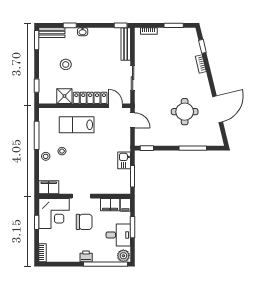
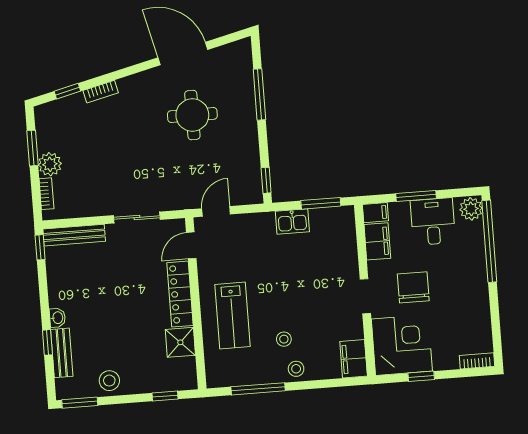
bench: (52, 33) -> (62, 353), moved
plant: (164, 34) -> (50, 164), added
stool: (66, 64) -> (109, 381), moved
printer: (86, 256) -> (478, 279), removed

